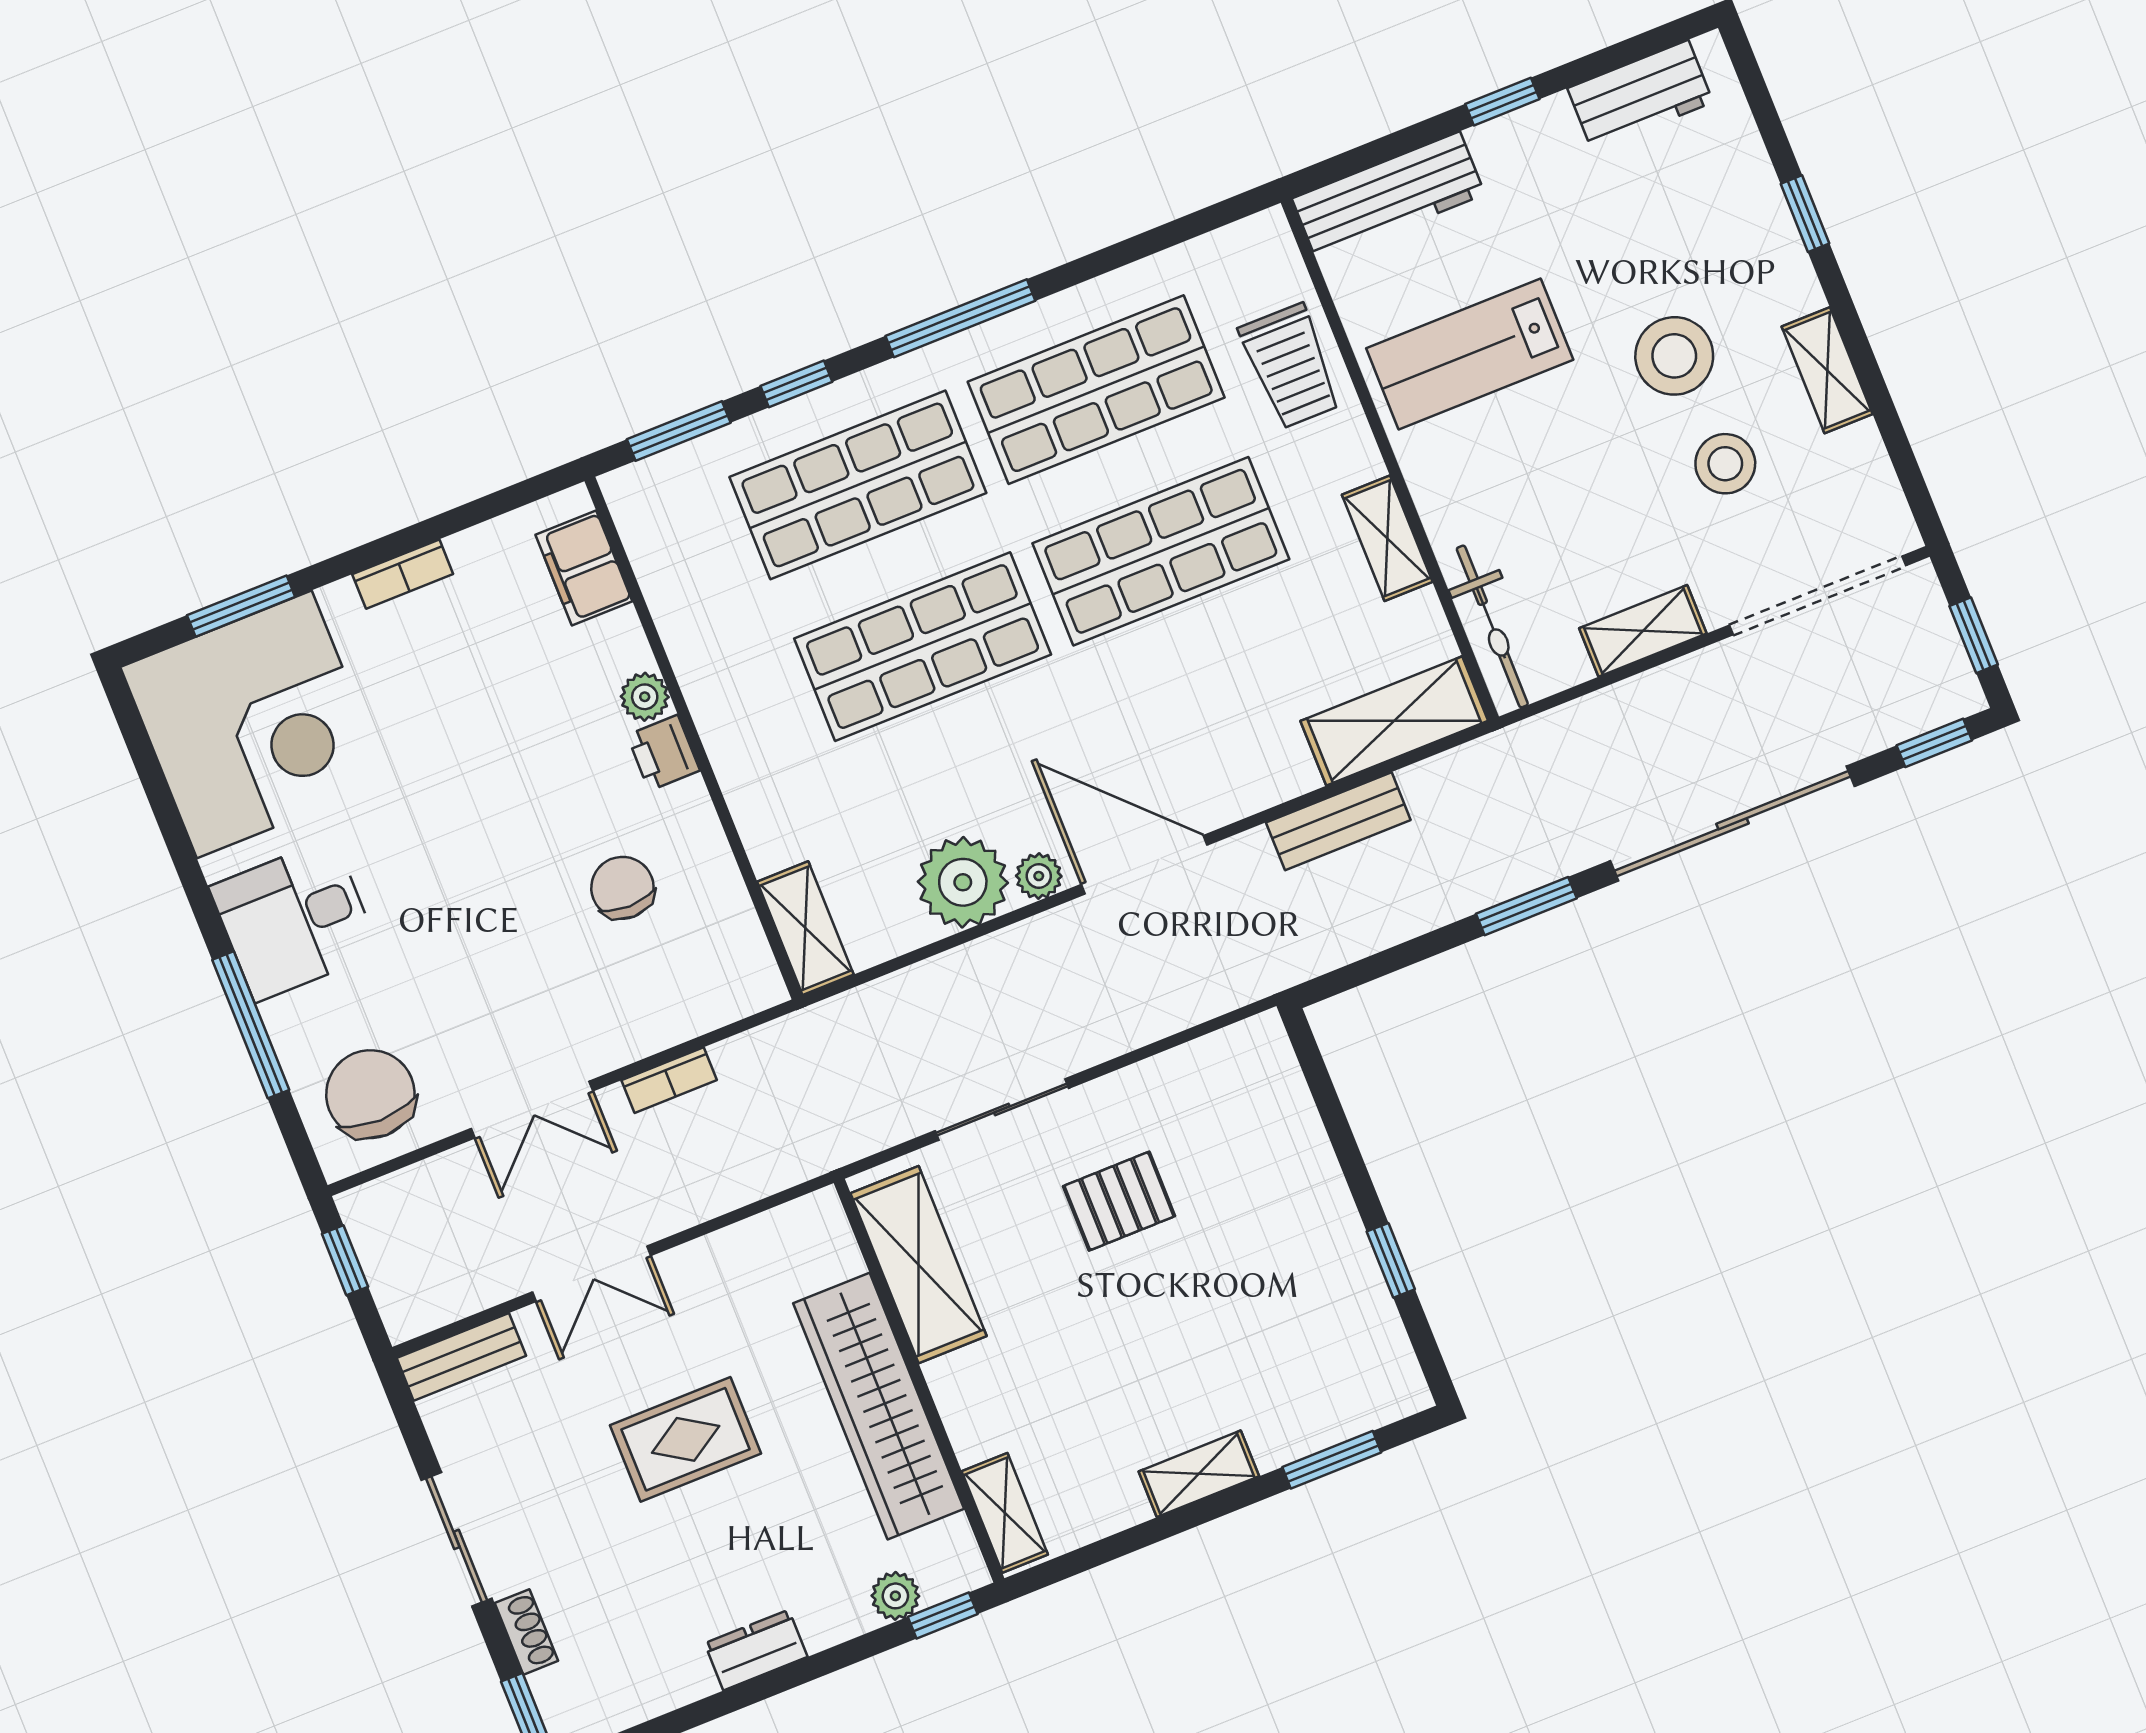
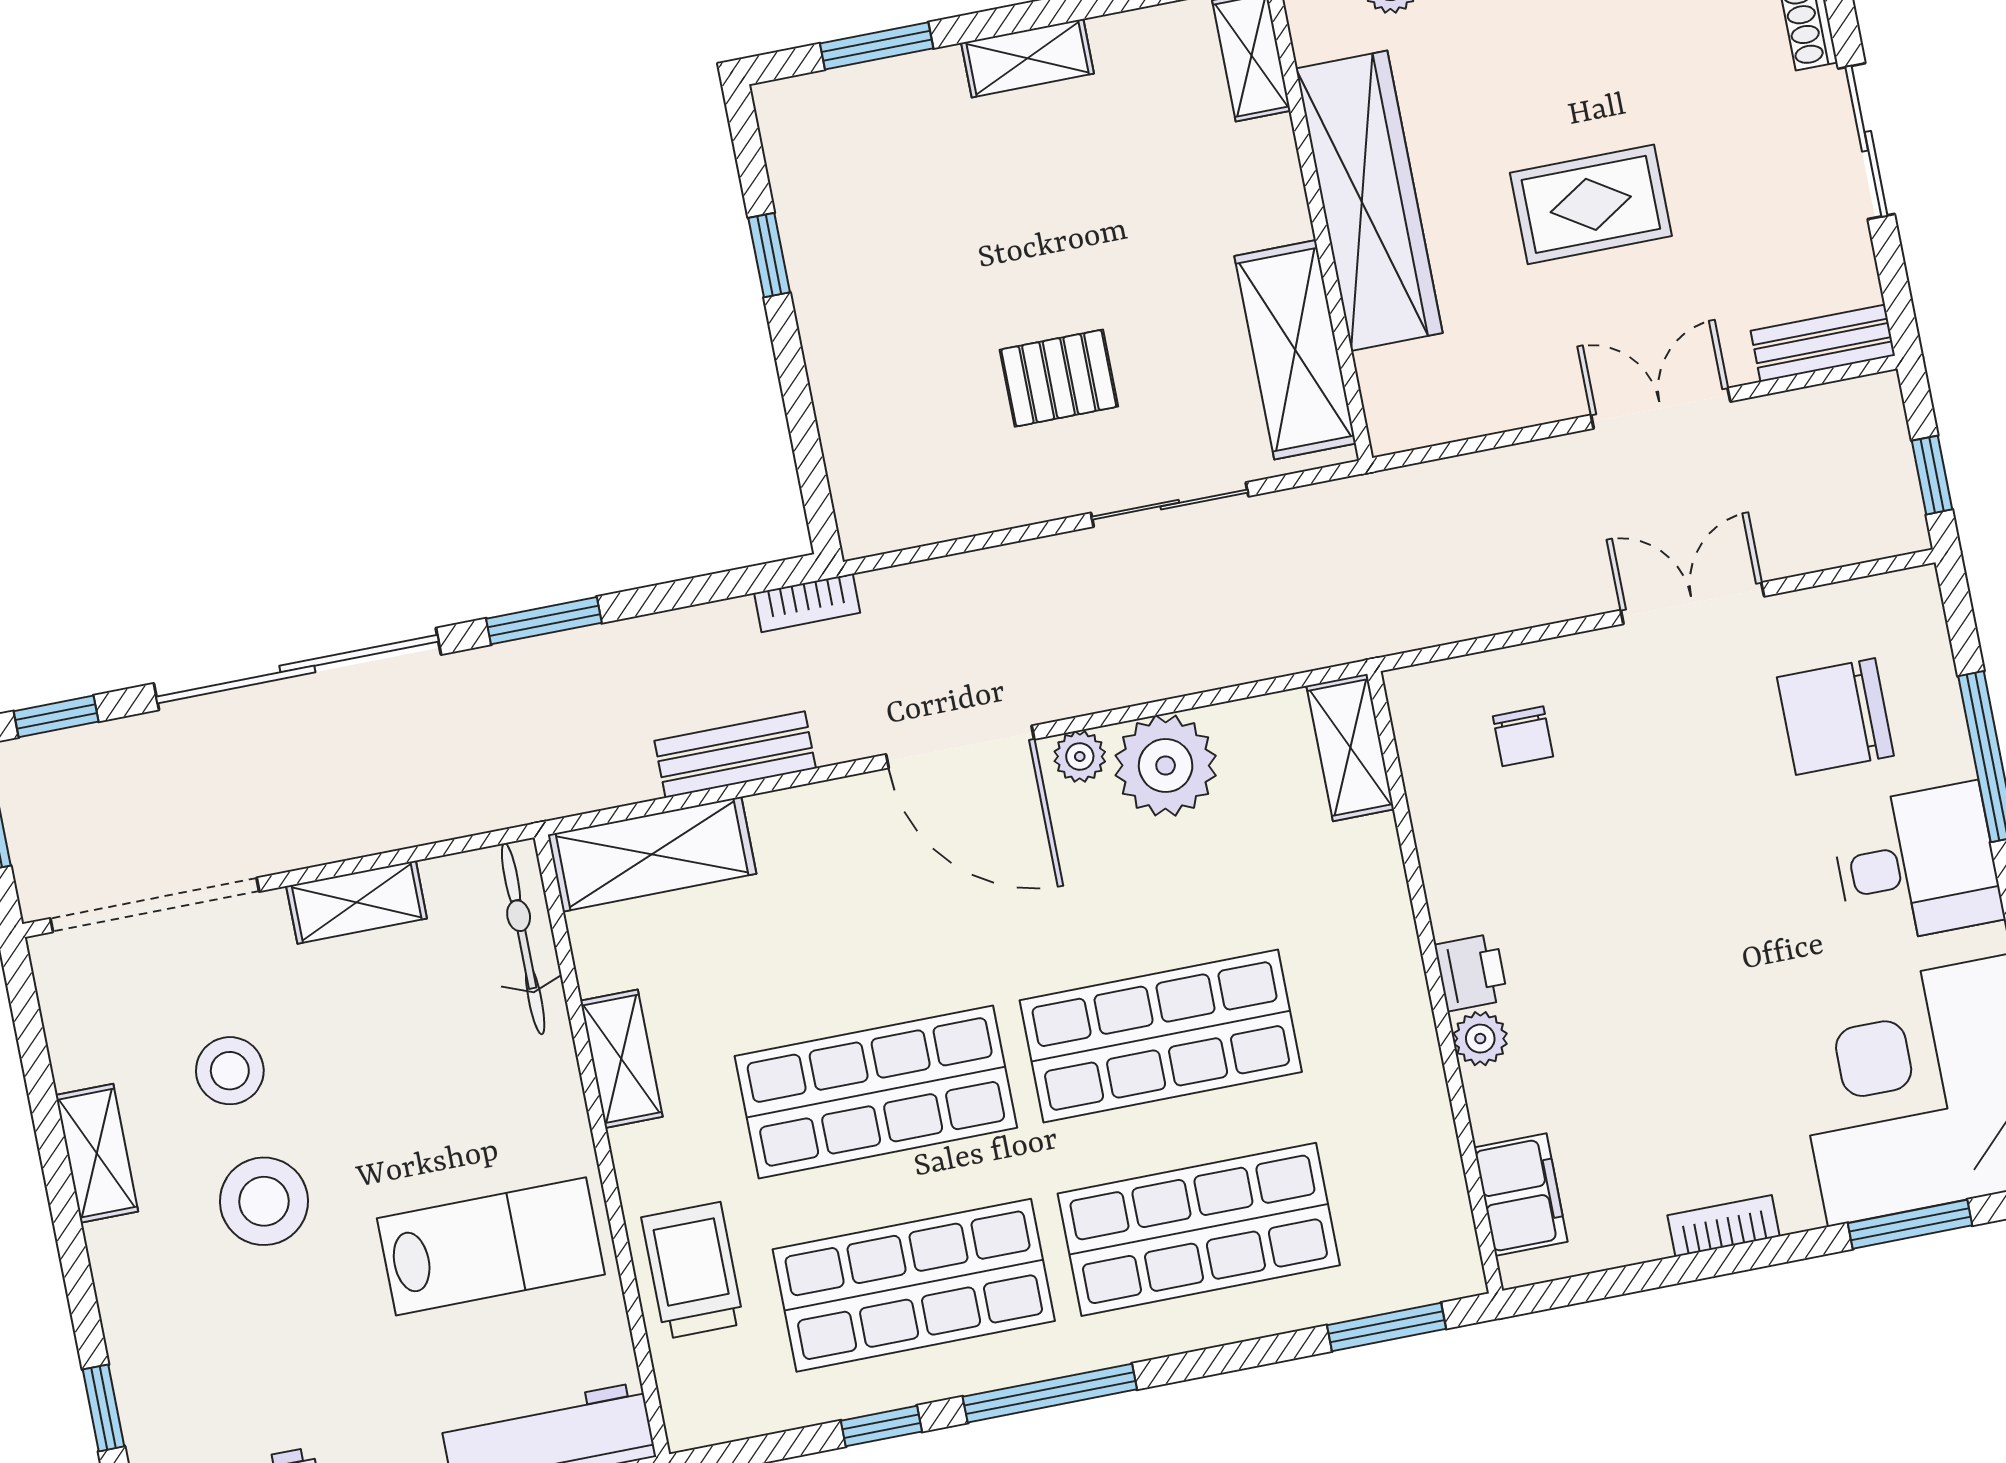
window: (1805, 214) -> (104, 1408), moved
window: (796, 384) -> (881, 1426), moved
chair: (622, 888) -> (1523, 736), moved, width x0.73, depth x0.73
bookcase: (669, 1080) -> (807, 603), moved, turned 180
chair: (370, 1094) -> (1835, 717), moved, turned 90

